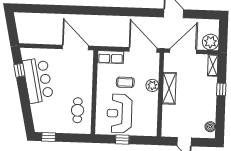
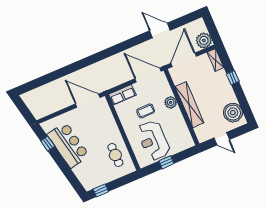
shelving: (169, 88) -> (189, 105), width x1.47
boiler: (210, 127) -> (233, 113), width x1.86, depth x1.86

